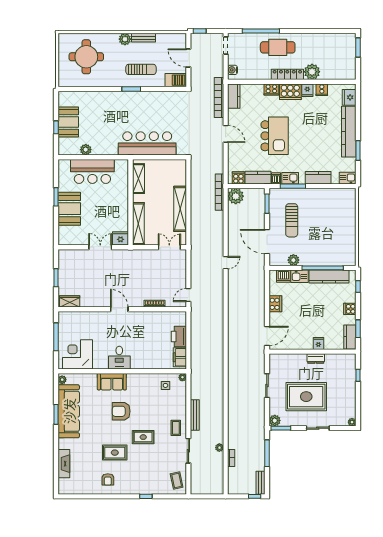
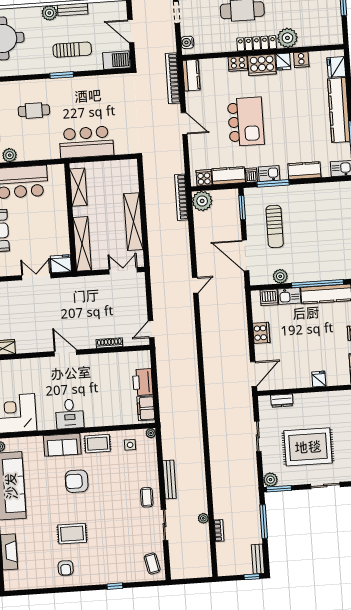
cafe table: (107, 116) -> (34, 111), added
bar counter: (147, 143) -> (86, 142), width x0.73
dresser: (316, 359) -> (282, 401), moved
rug: (143, 437) -> (97, 444), moved

